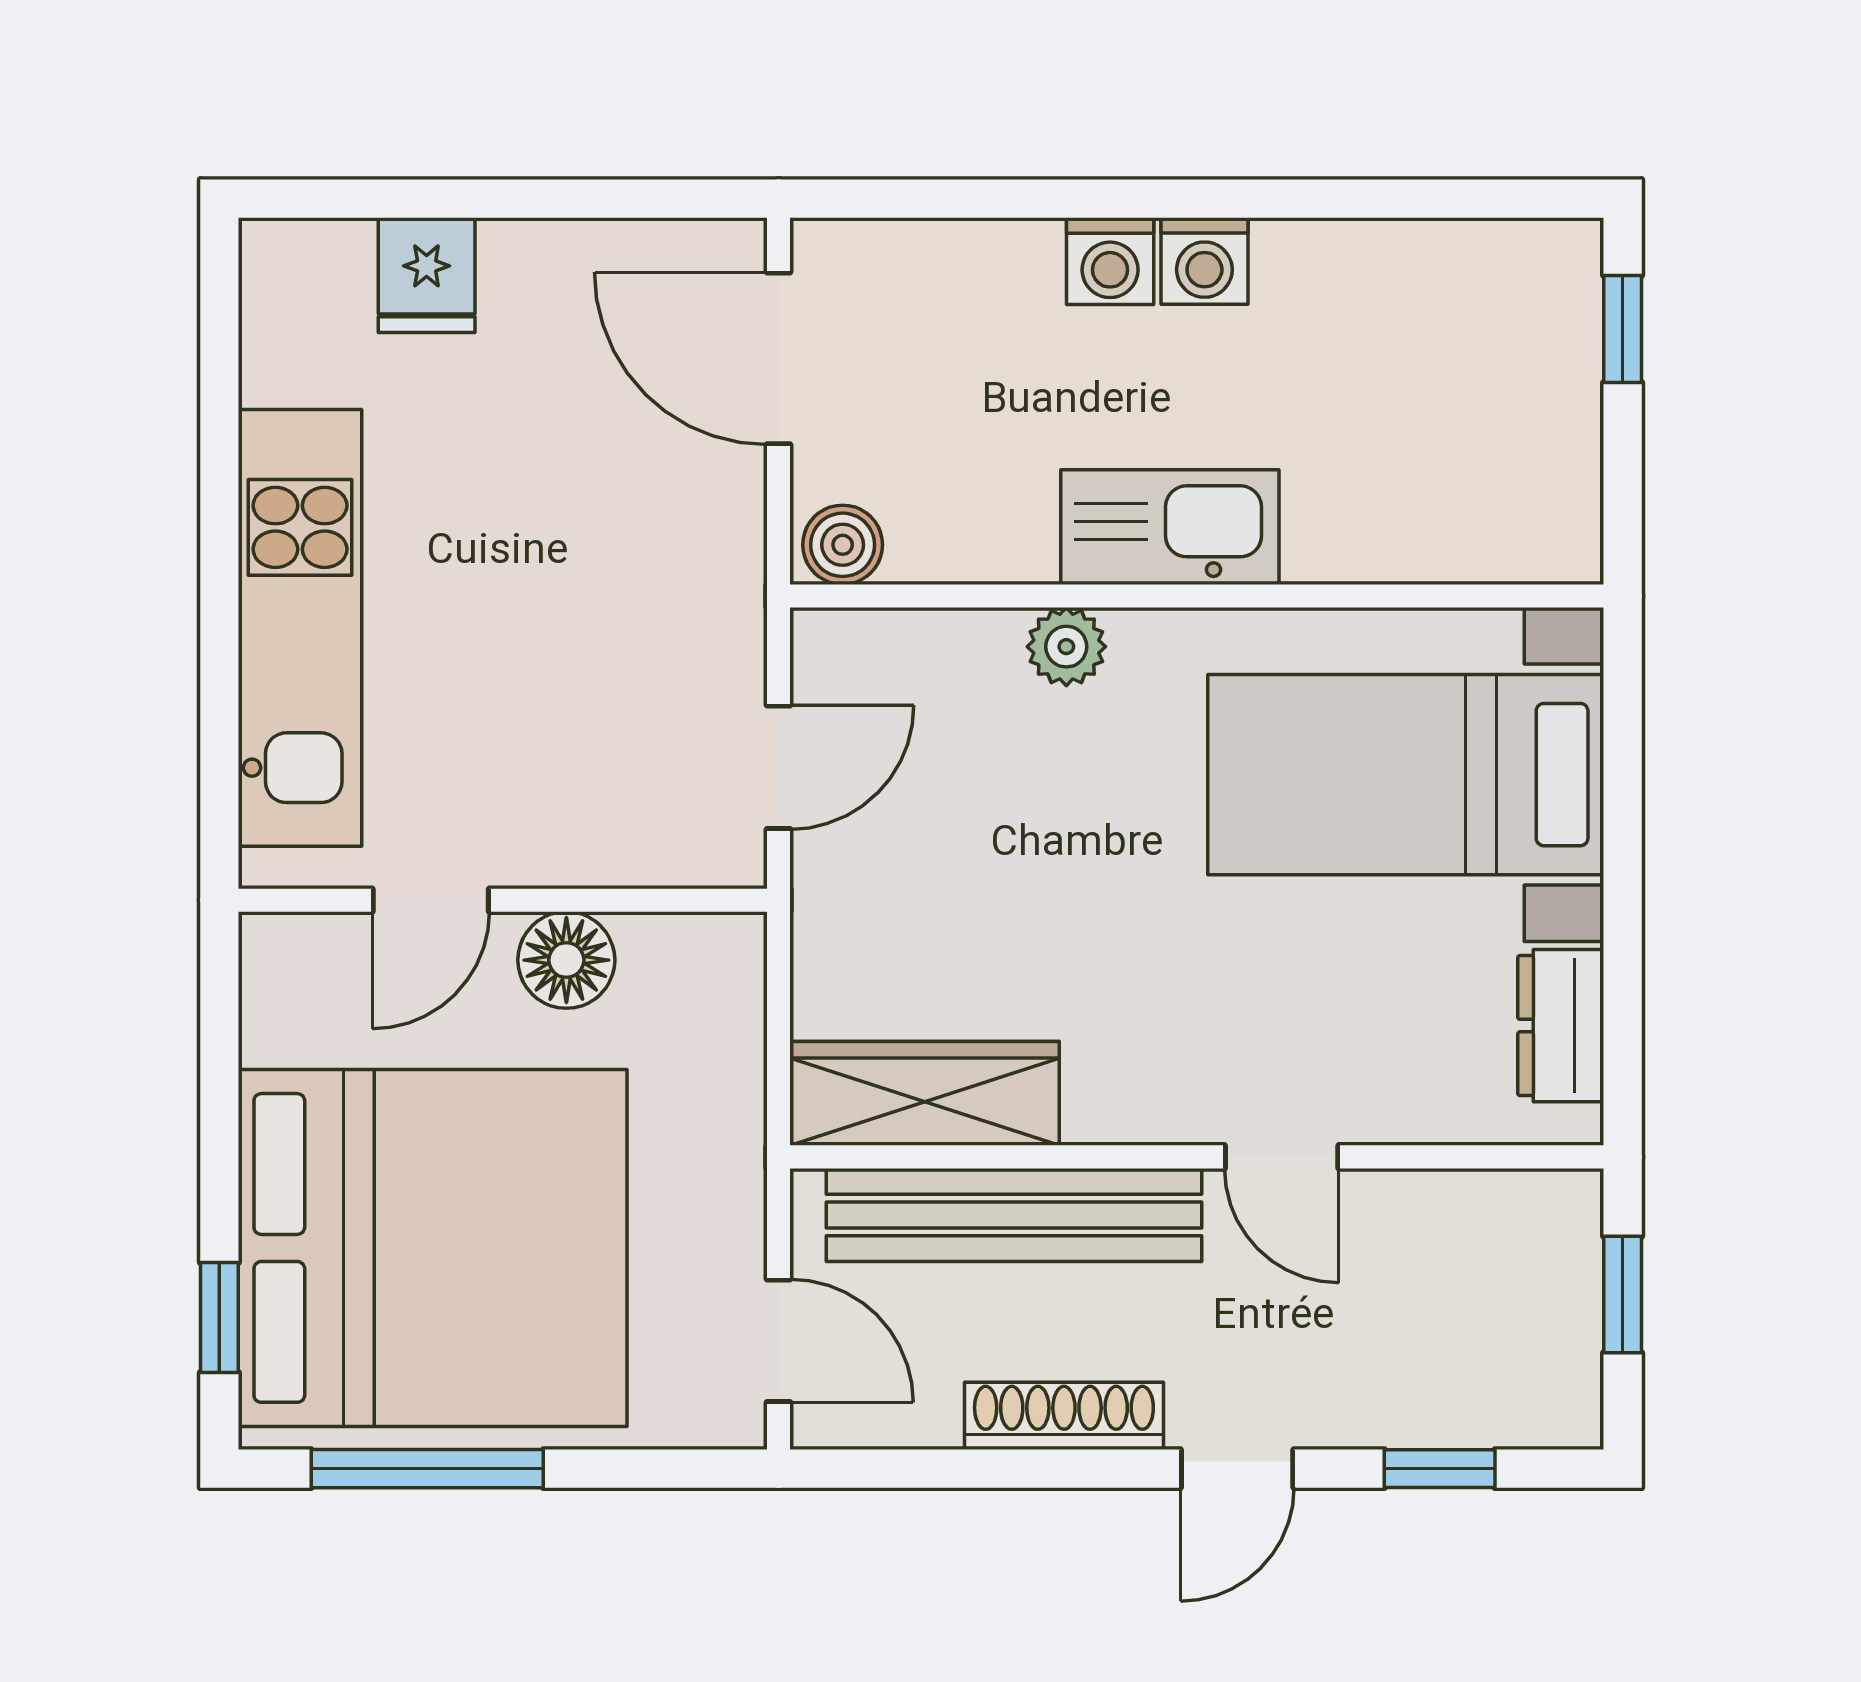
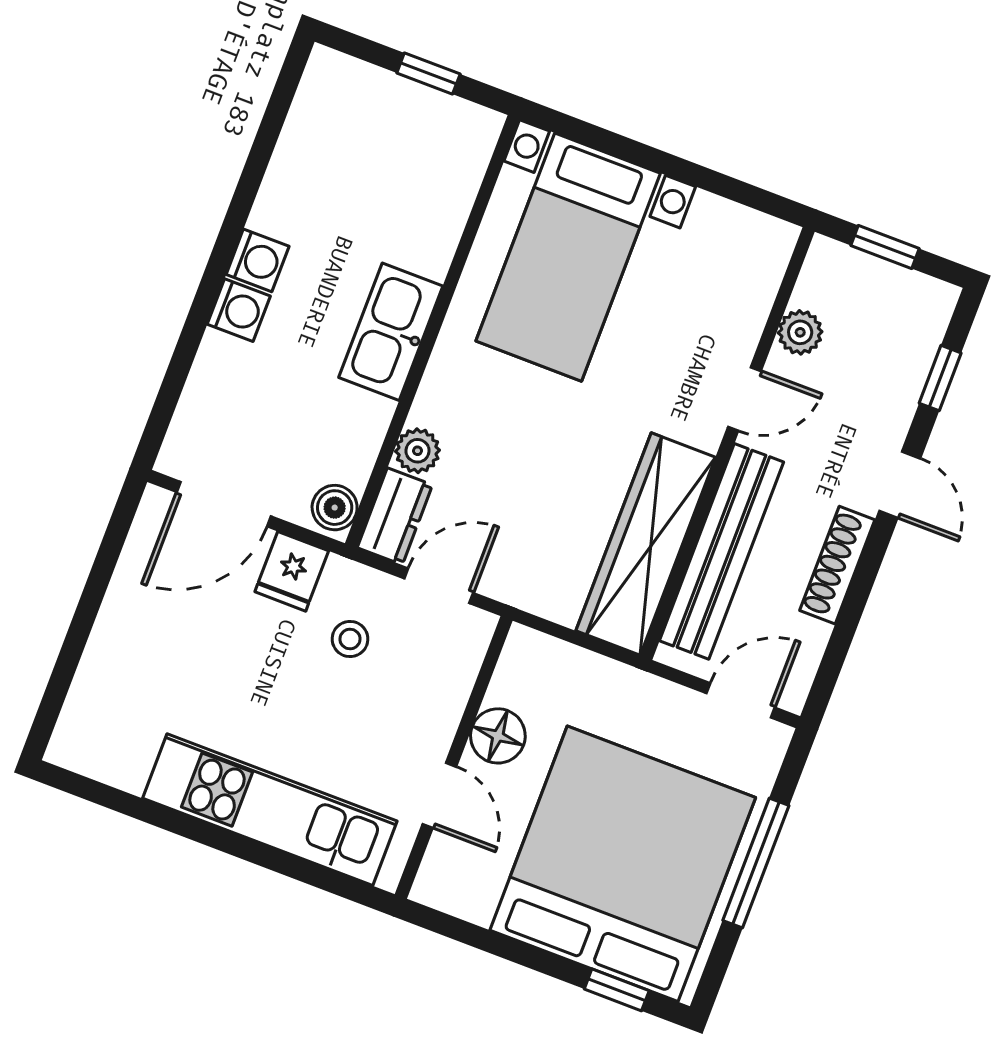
fridge: (427, 275) -> (292, 571), moved, turned 90
window: (1623, 329) -> (428, 73), moved
plant: (1066, 647) -> (417, 451), moved
stool: (634, 653) -> (350, 639), added
door: (778, 767) -> (439, 586), hinge flipped
dresser: (1561, 1026) -> (395, 516), moved, turned -90
wardrobe: (924, 1093) -> (646, 544), width x1.40, depth x1.17
plant: (1427, 1207) -> (800, 332), added
window: (427, 1469) -> (756, 863), moved

